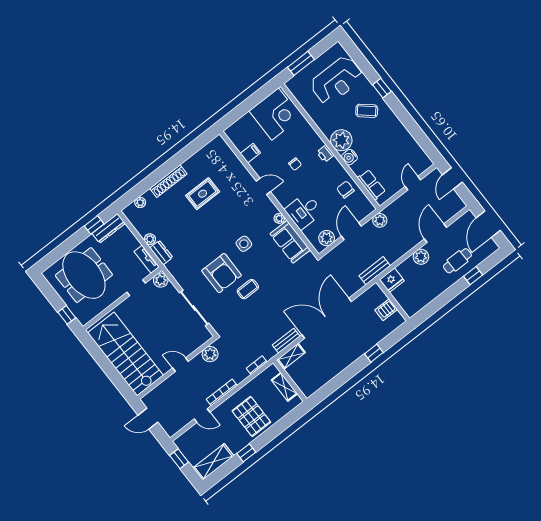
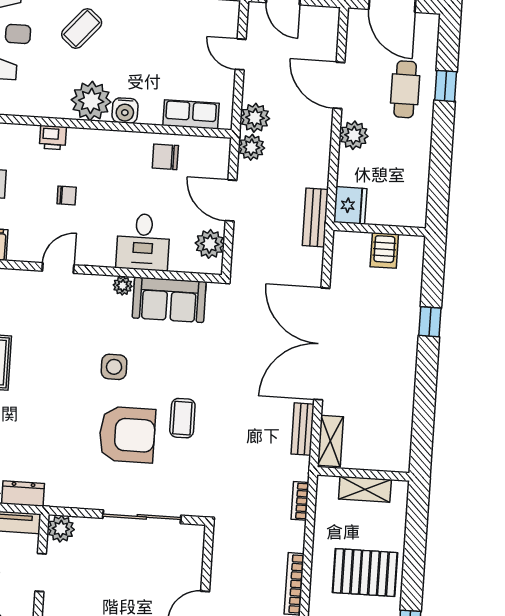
printer: (325, 154) -> (53, 138), moved
plant: (210, 354) -> (255, 118), moved

